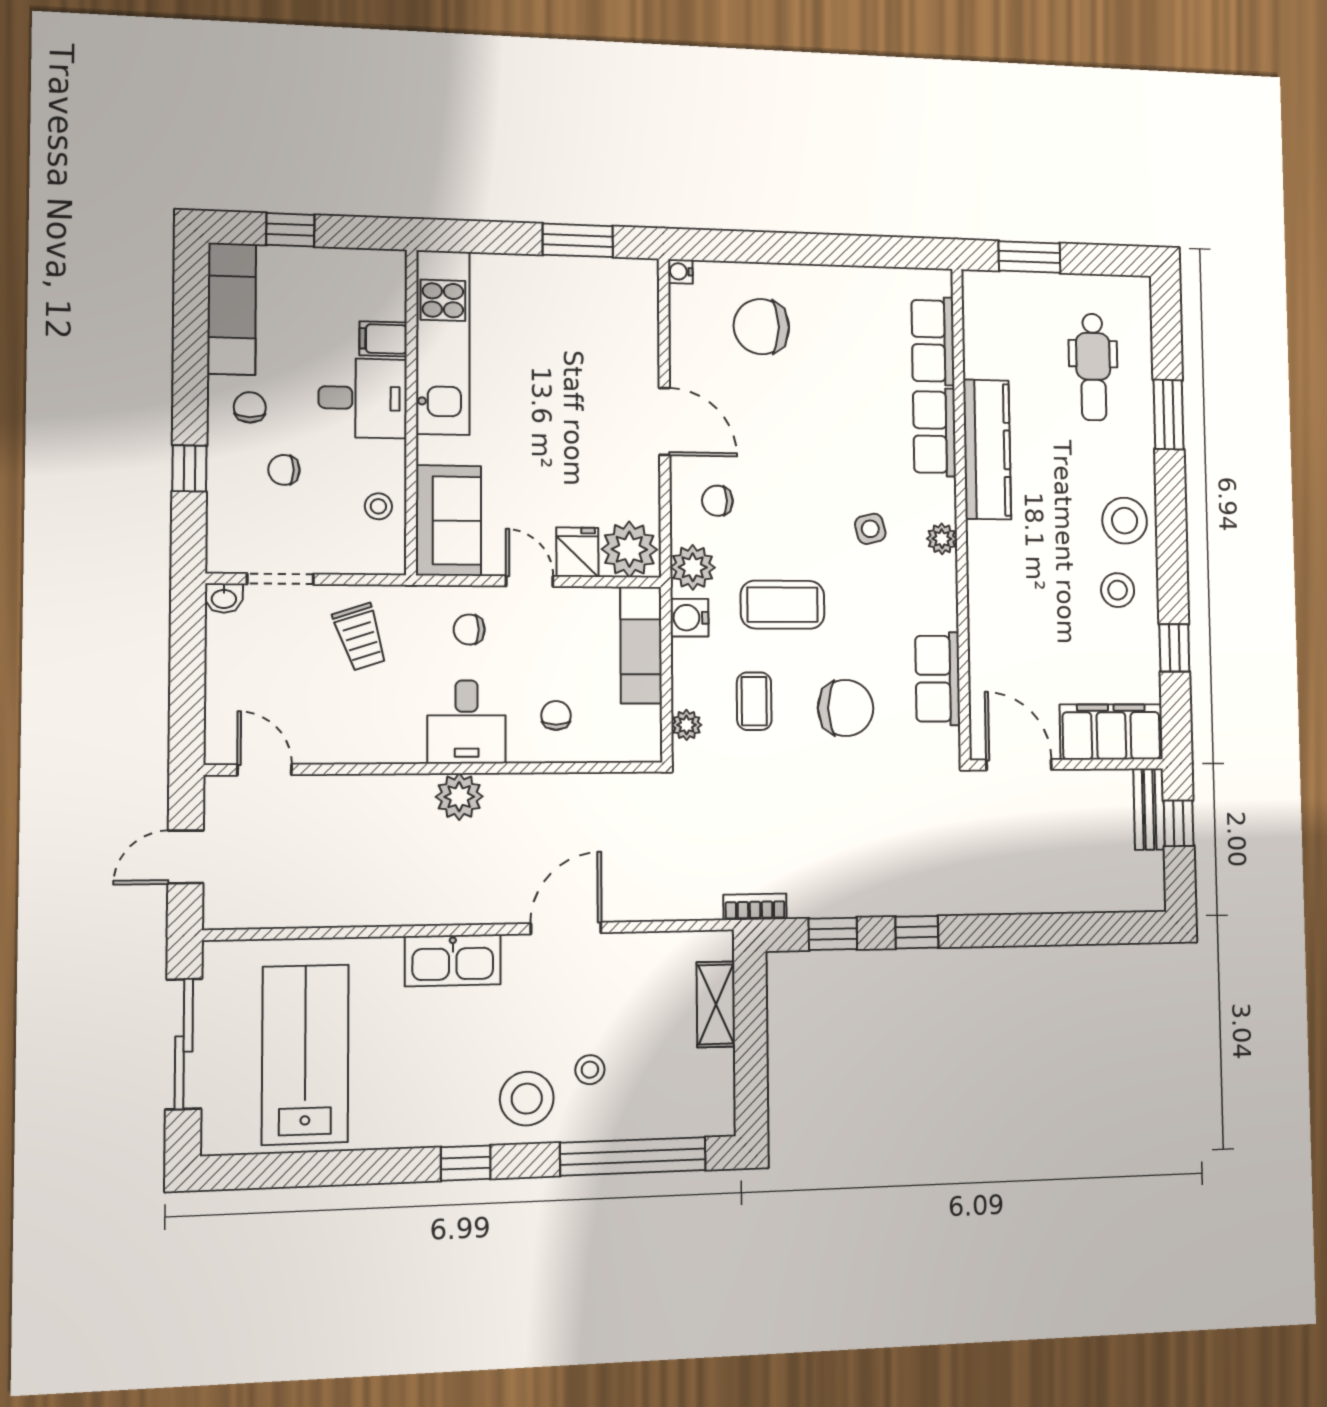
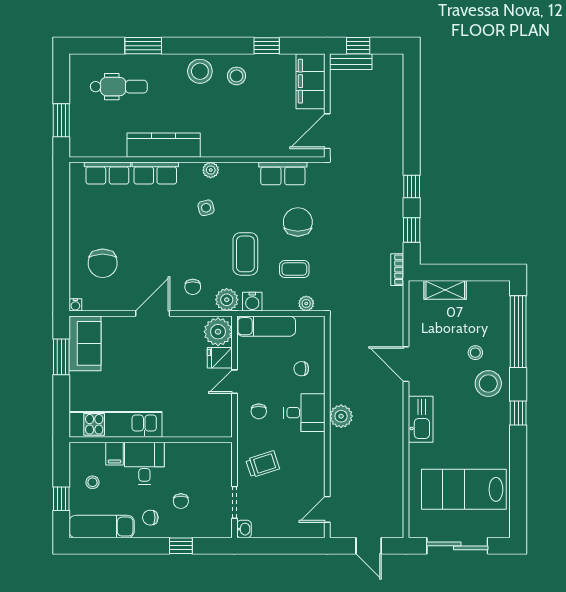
stool: (378, 506) -> (92, 482), moved
sofa: (448, 520) -> (85, 343), moved, turned 90

